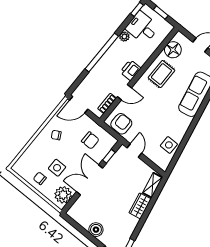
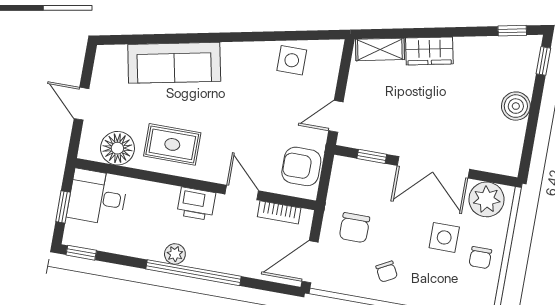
desk: (142, 28) -> (97, 197), moved, turned 90
plant: (124, 37) -> (175, 254), moved
door: (79, 105) -> (310, 262), swing flipped
chair: (90, 140) -> (354, 228), moved, turned 180

